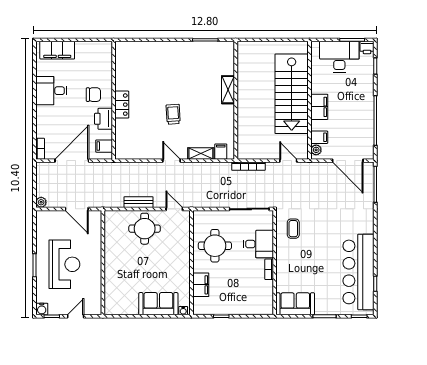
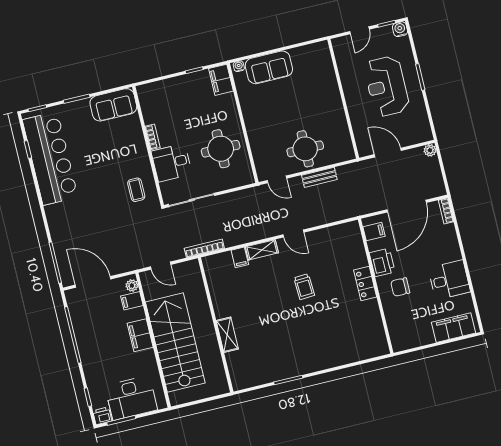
shelving: (228, 90) -> (227, 335), moved
wall: (236, 100) -> (216, 325), moved
filing cabinet: (201, 285) -> (221, 80), moved

